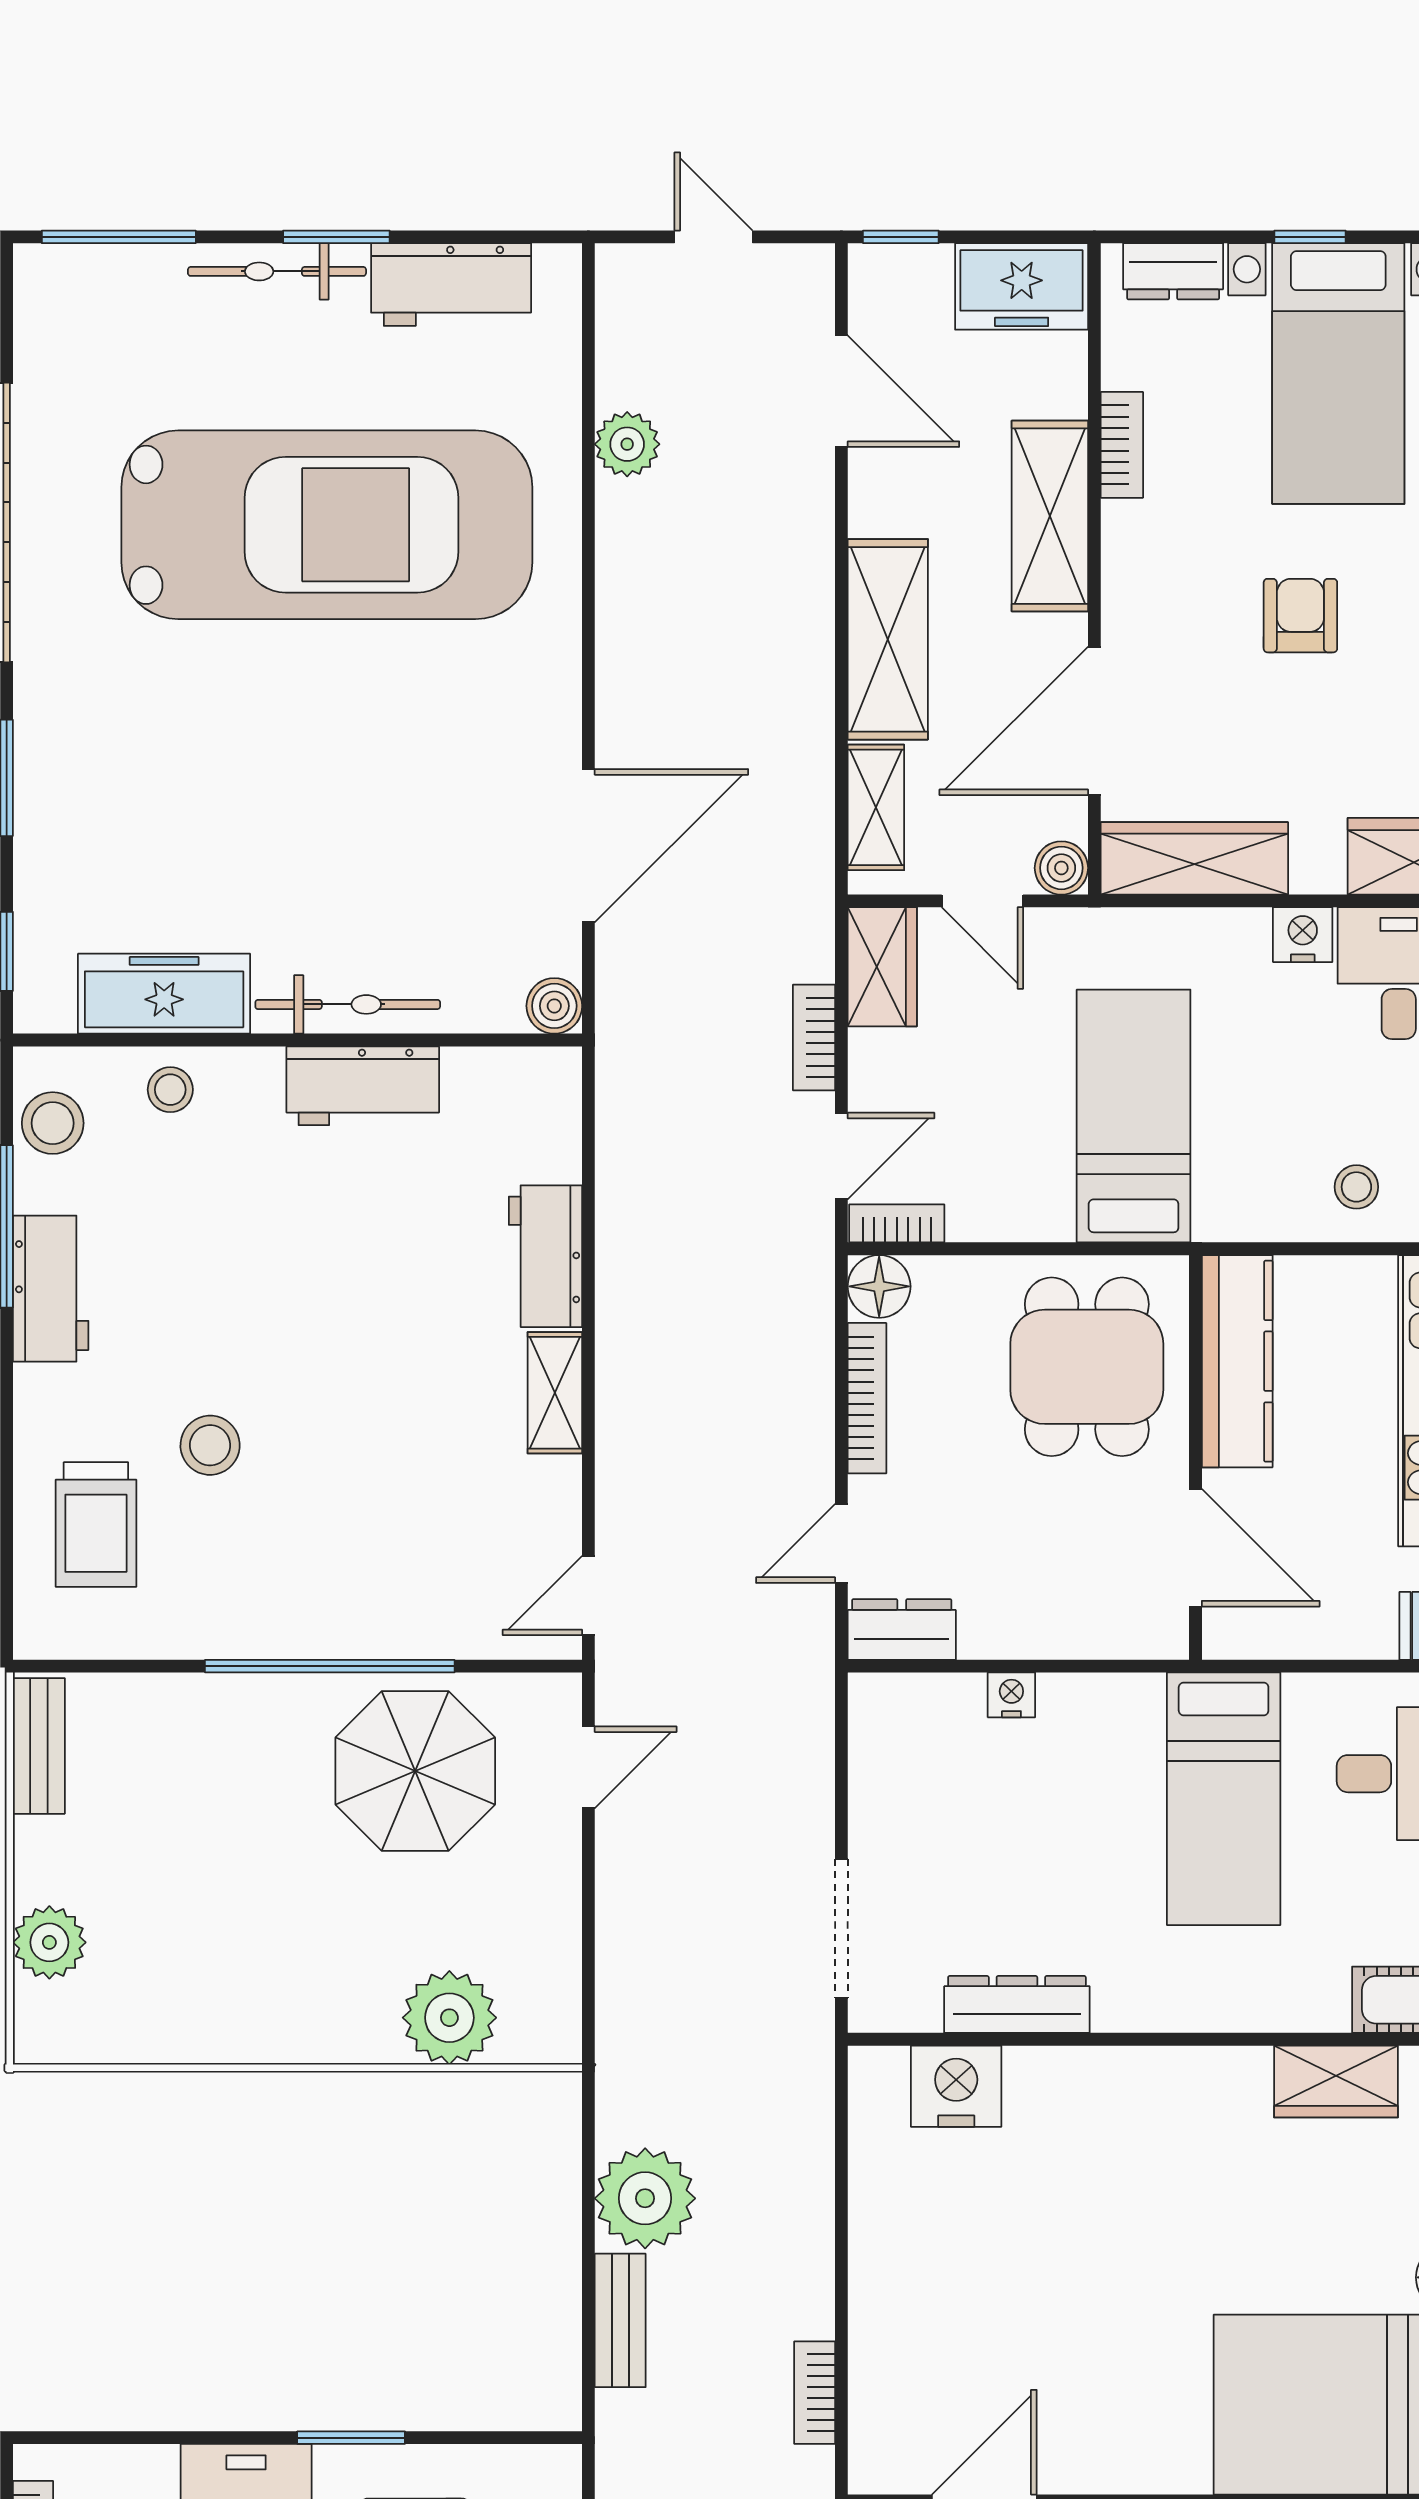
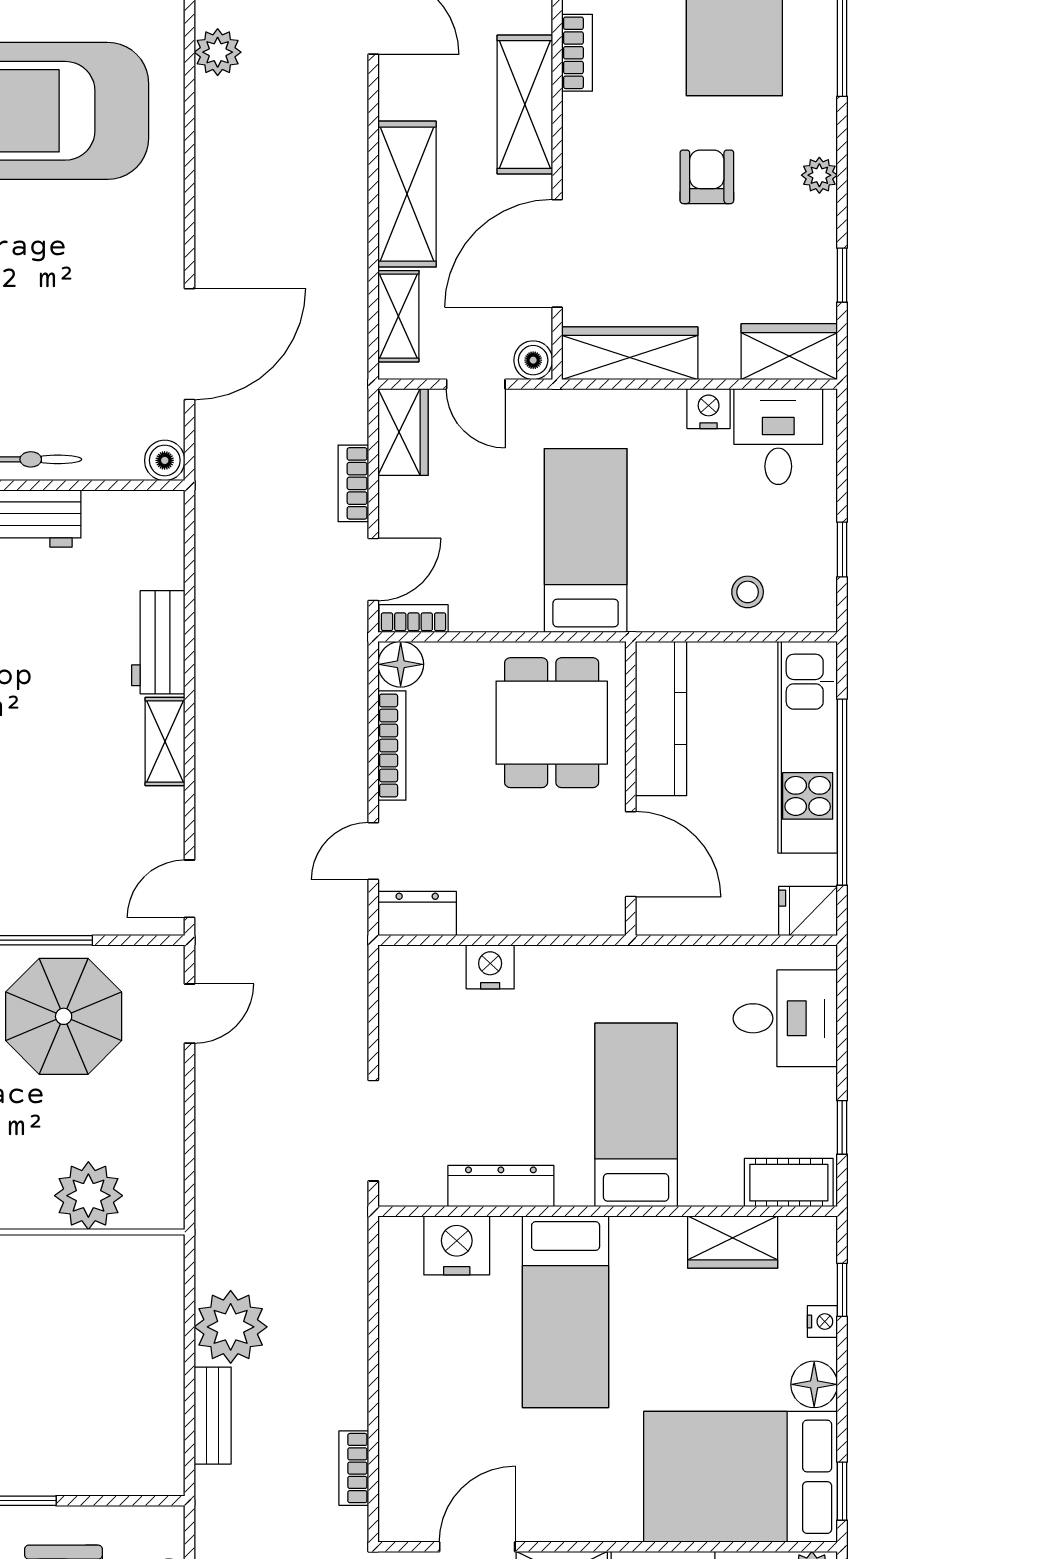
nightstand: (1011, 1695) -> (490, 967), width x1.39, depth x1.35
bed: (1224, 1799) -> (636, 1115), moved, turned 180
bed: (1106, 2177) -> (566, 1312), added

